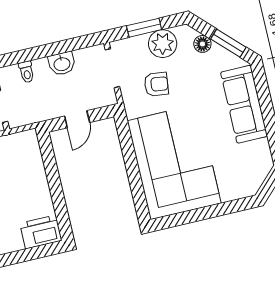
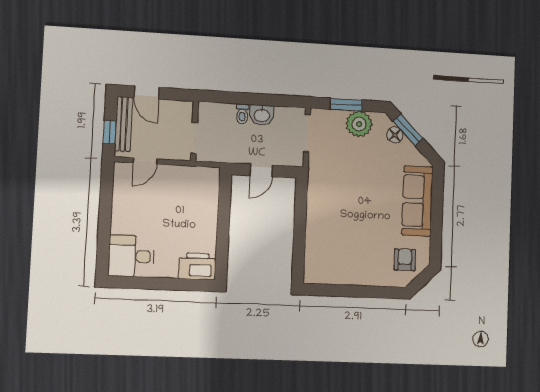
window: (228, 43) -> (408, 130), moved
toilet: (27, 72) -> (242, 114), moved
armchair: (156, 84) -> (405, 260), moved, turned -97
corner sofa: (174, 162) -> (340, 236), removed

